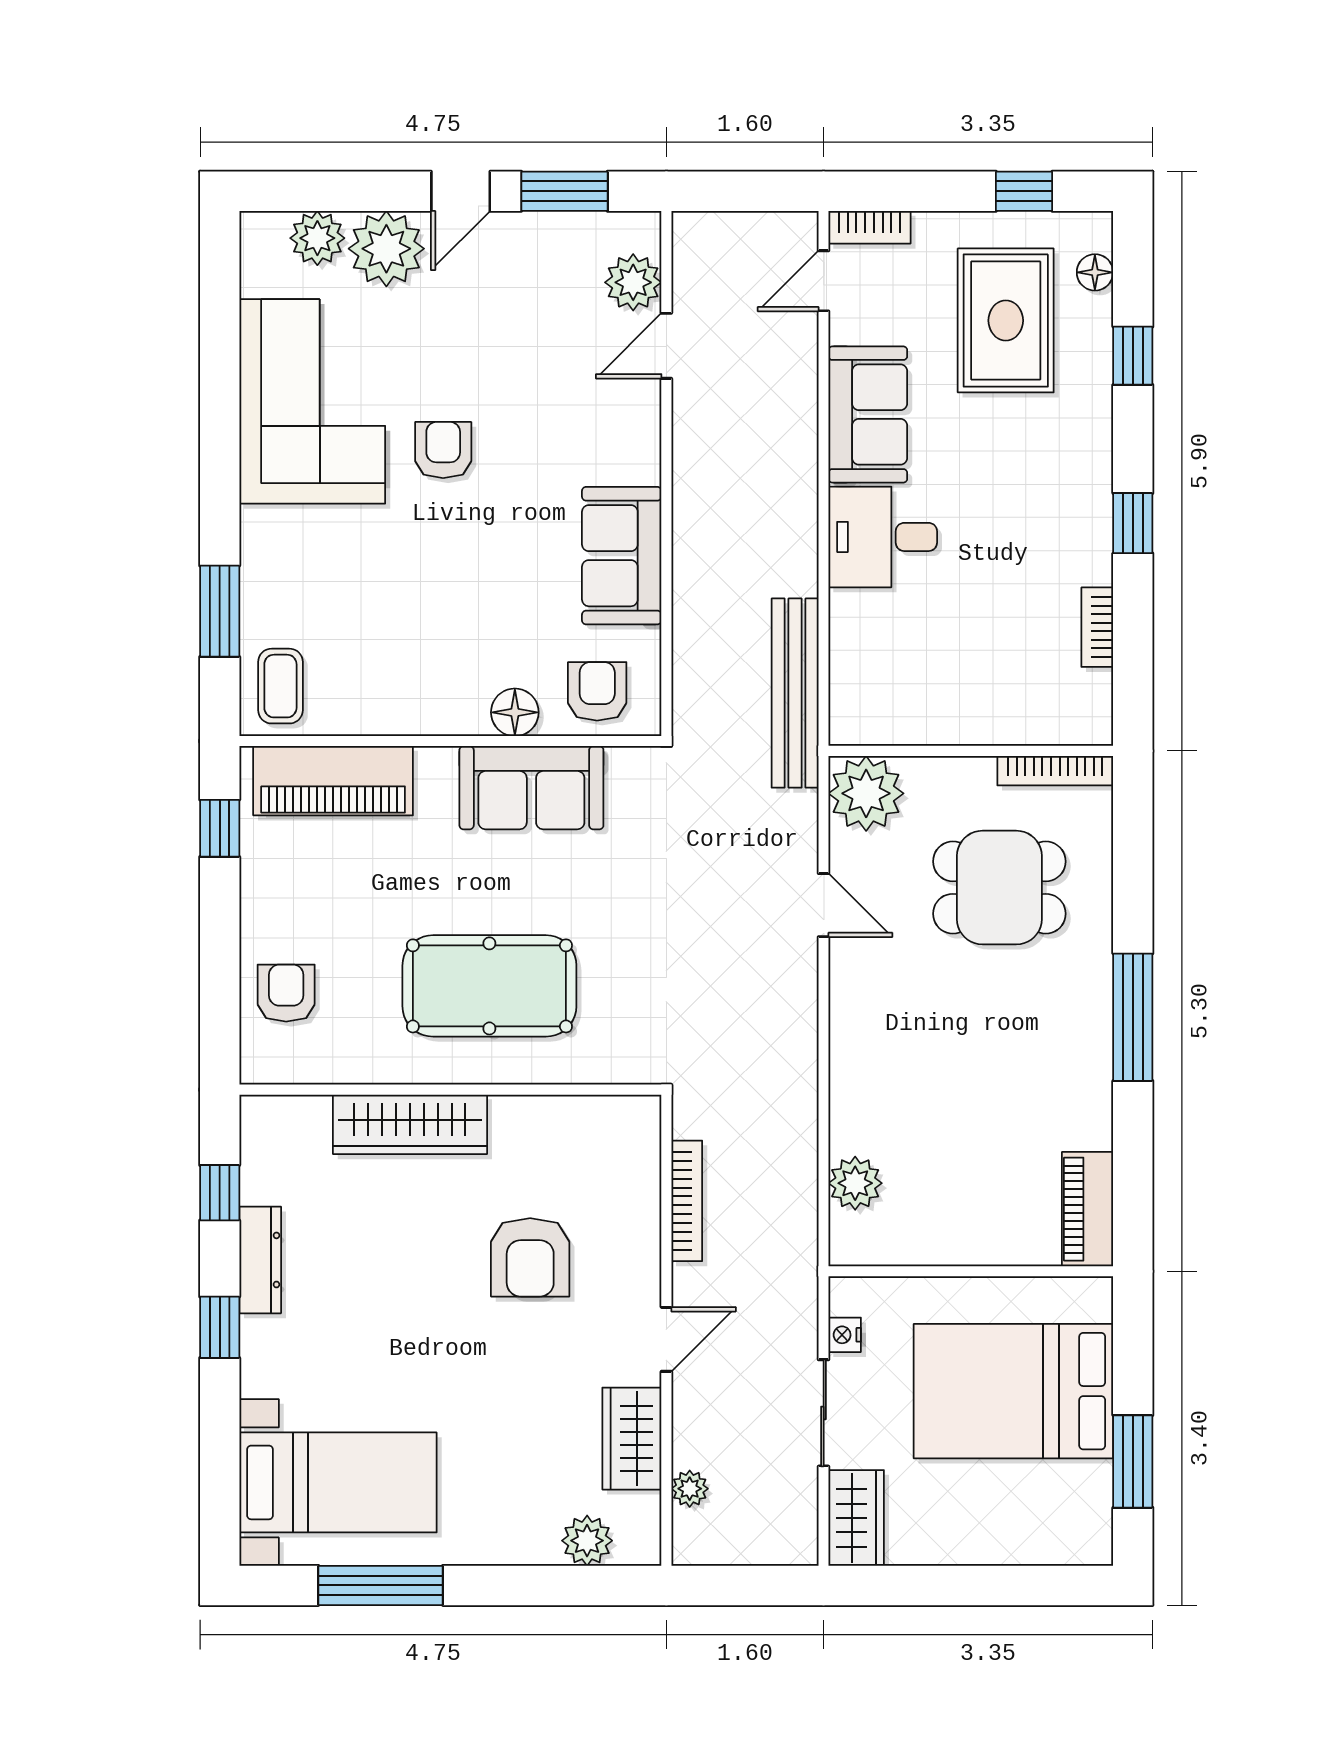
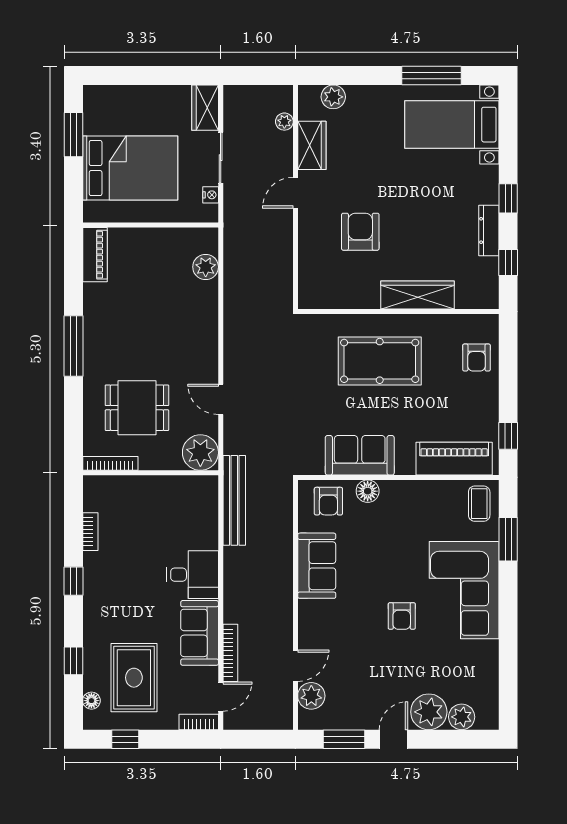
corner sofa: (312, 401) -> (464, 590), moved
bookcase: (687, 1201) -> (230, 653), moved, turned 180

